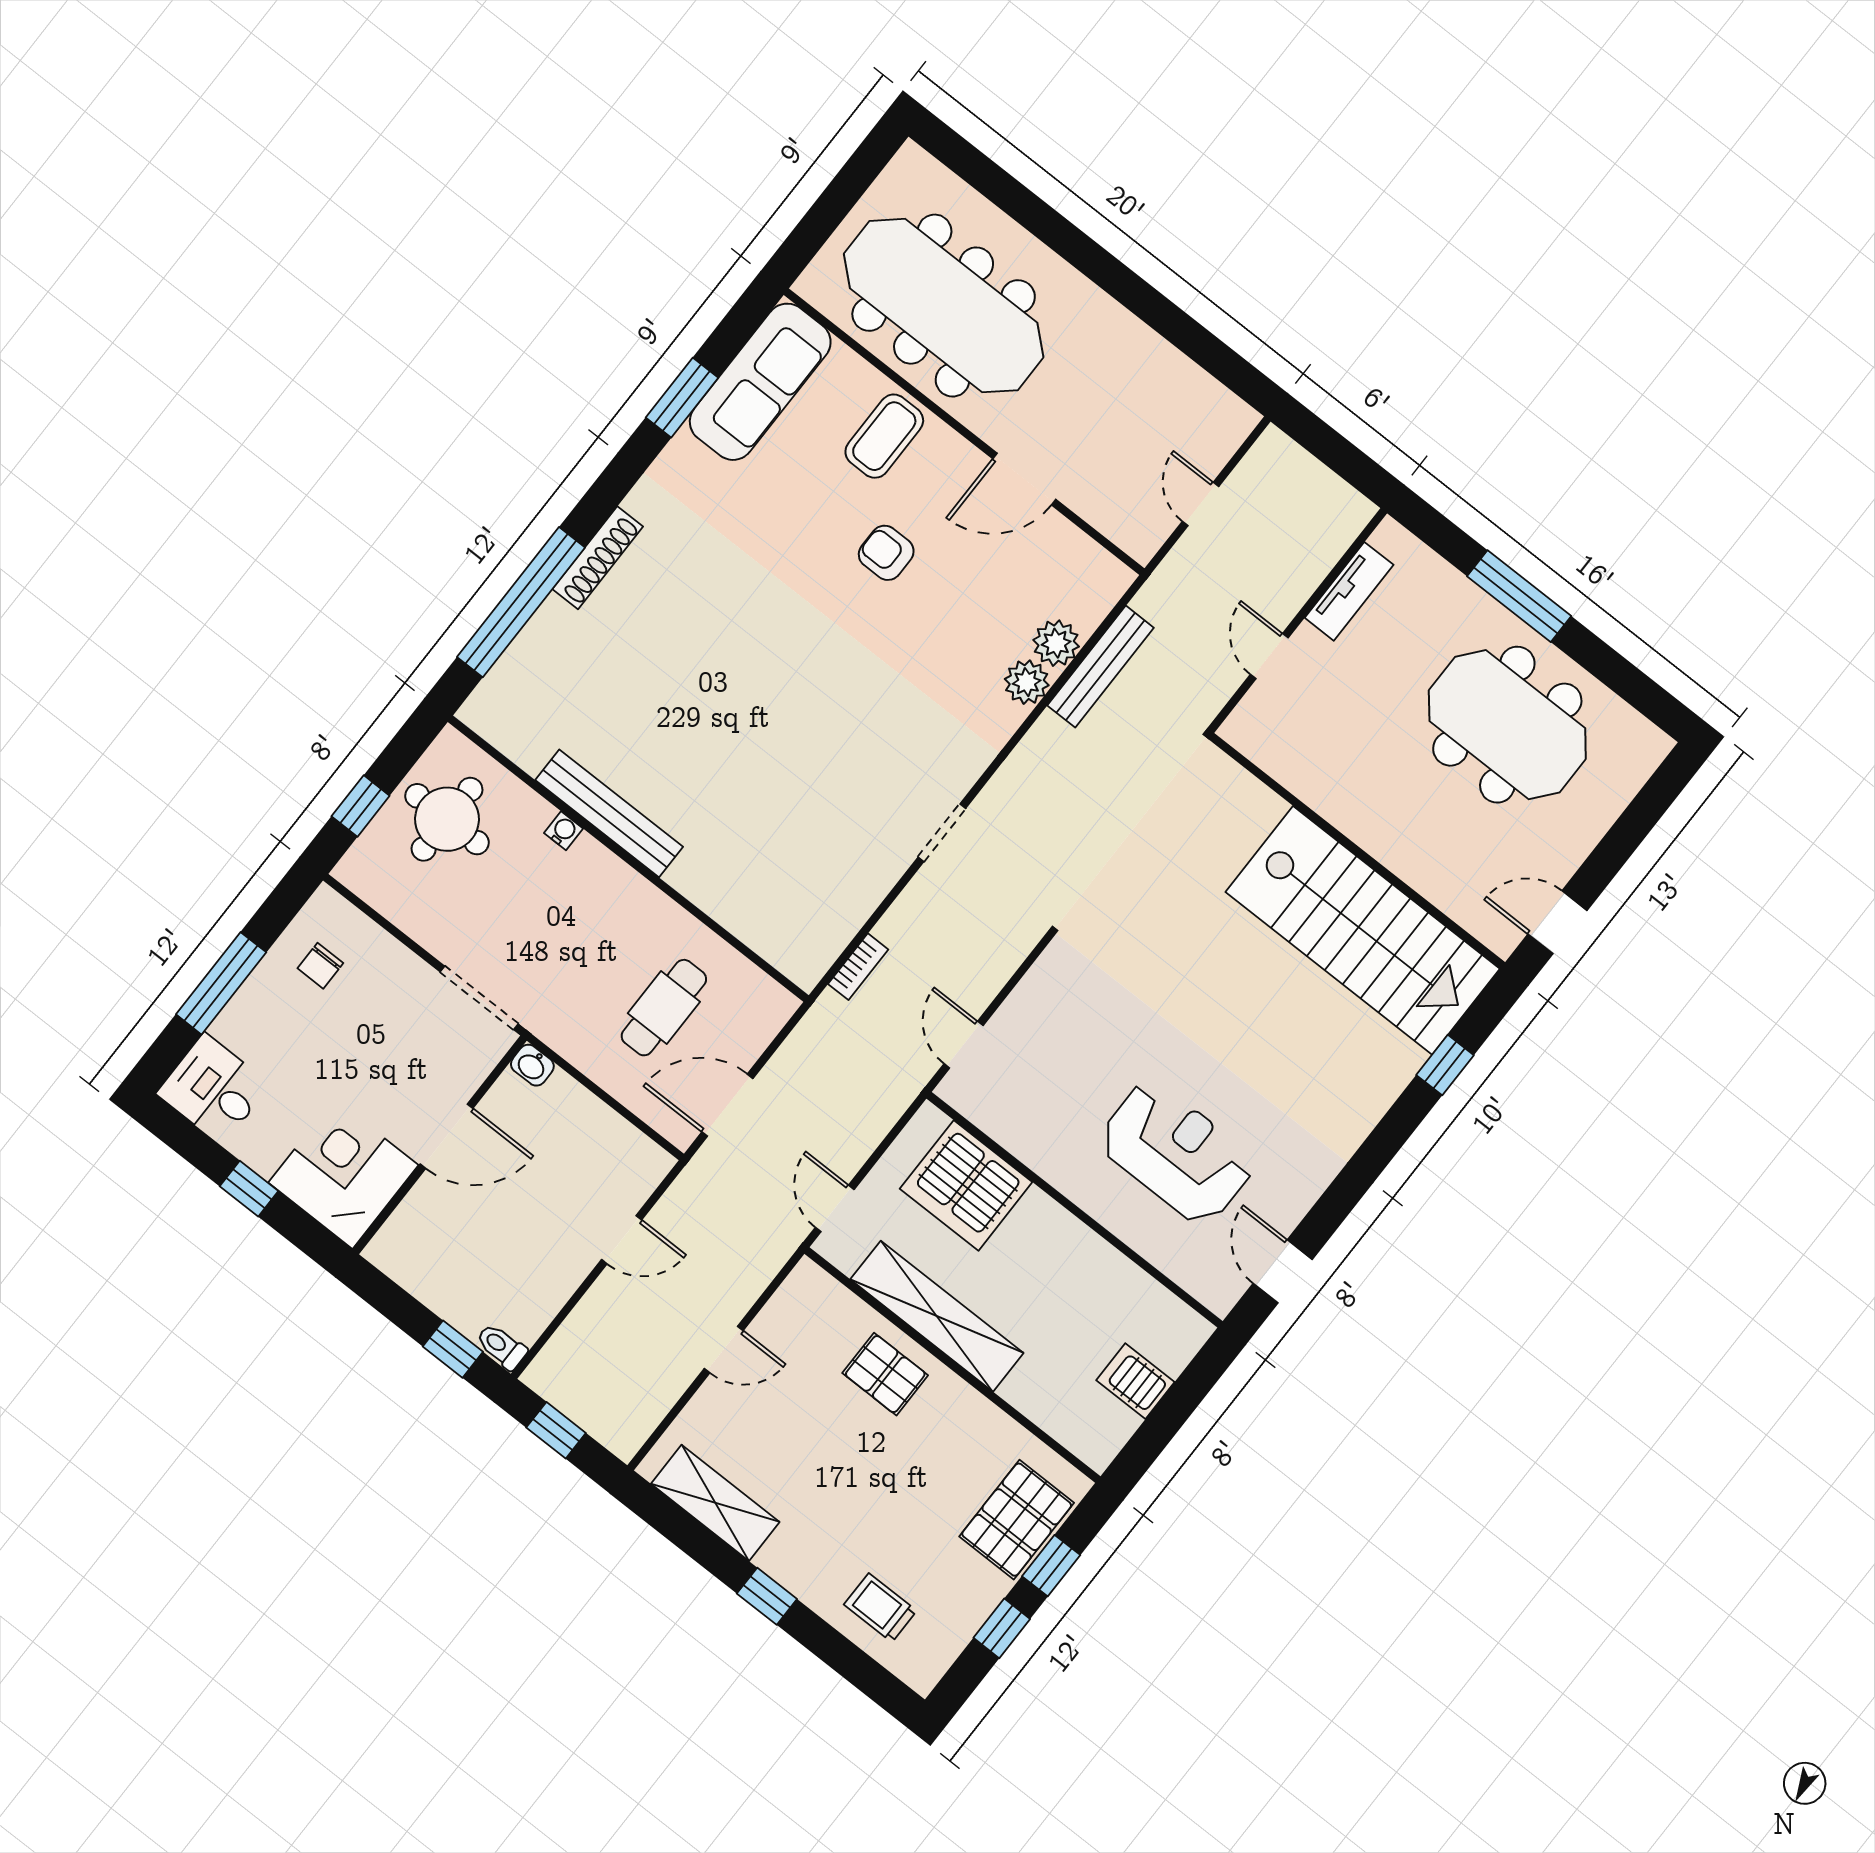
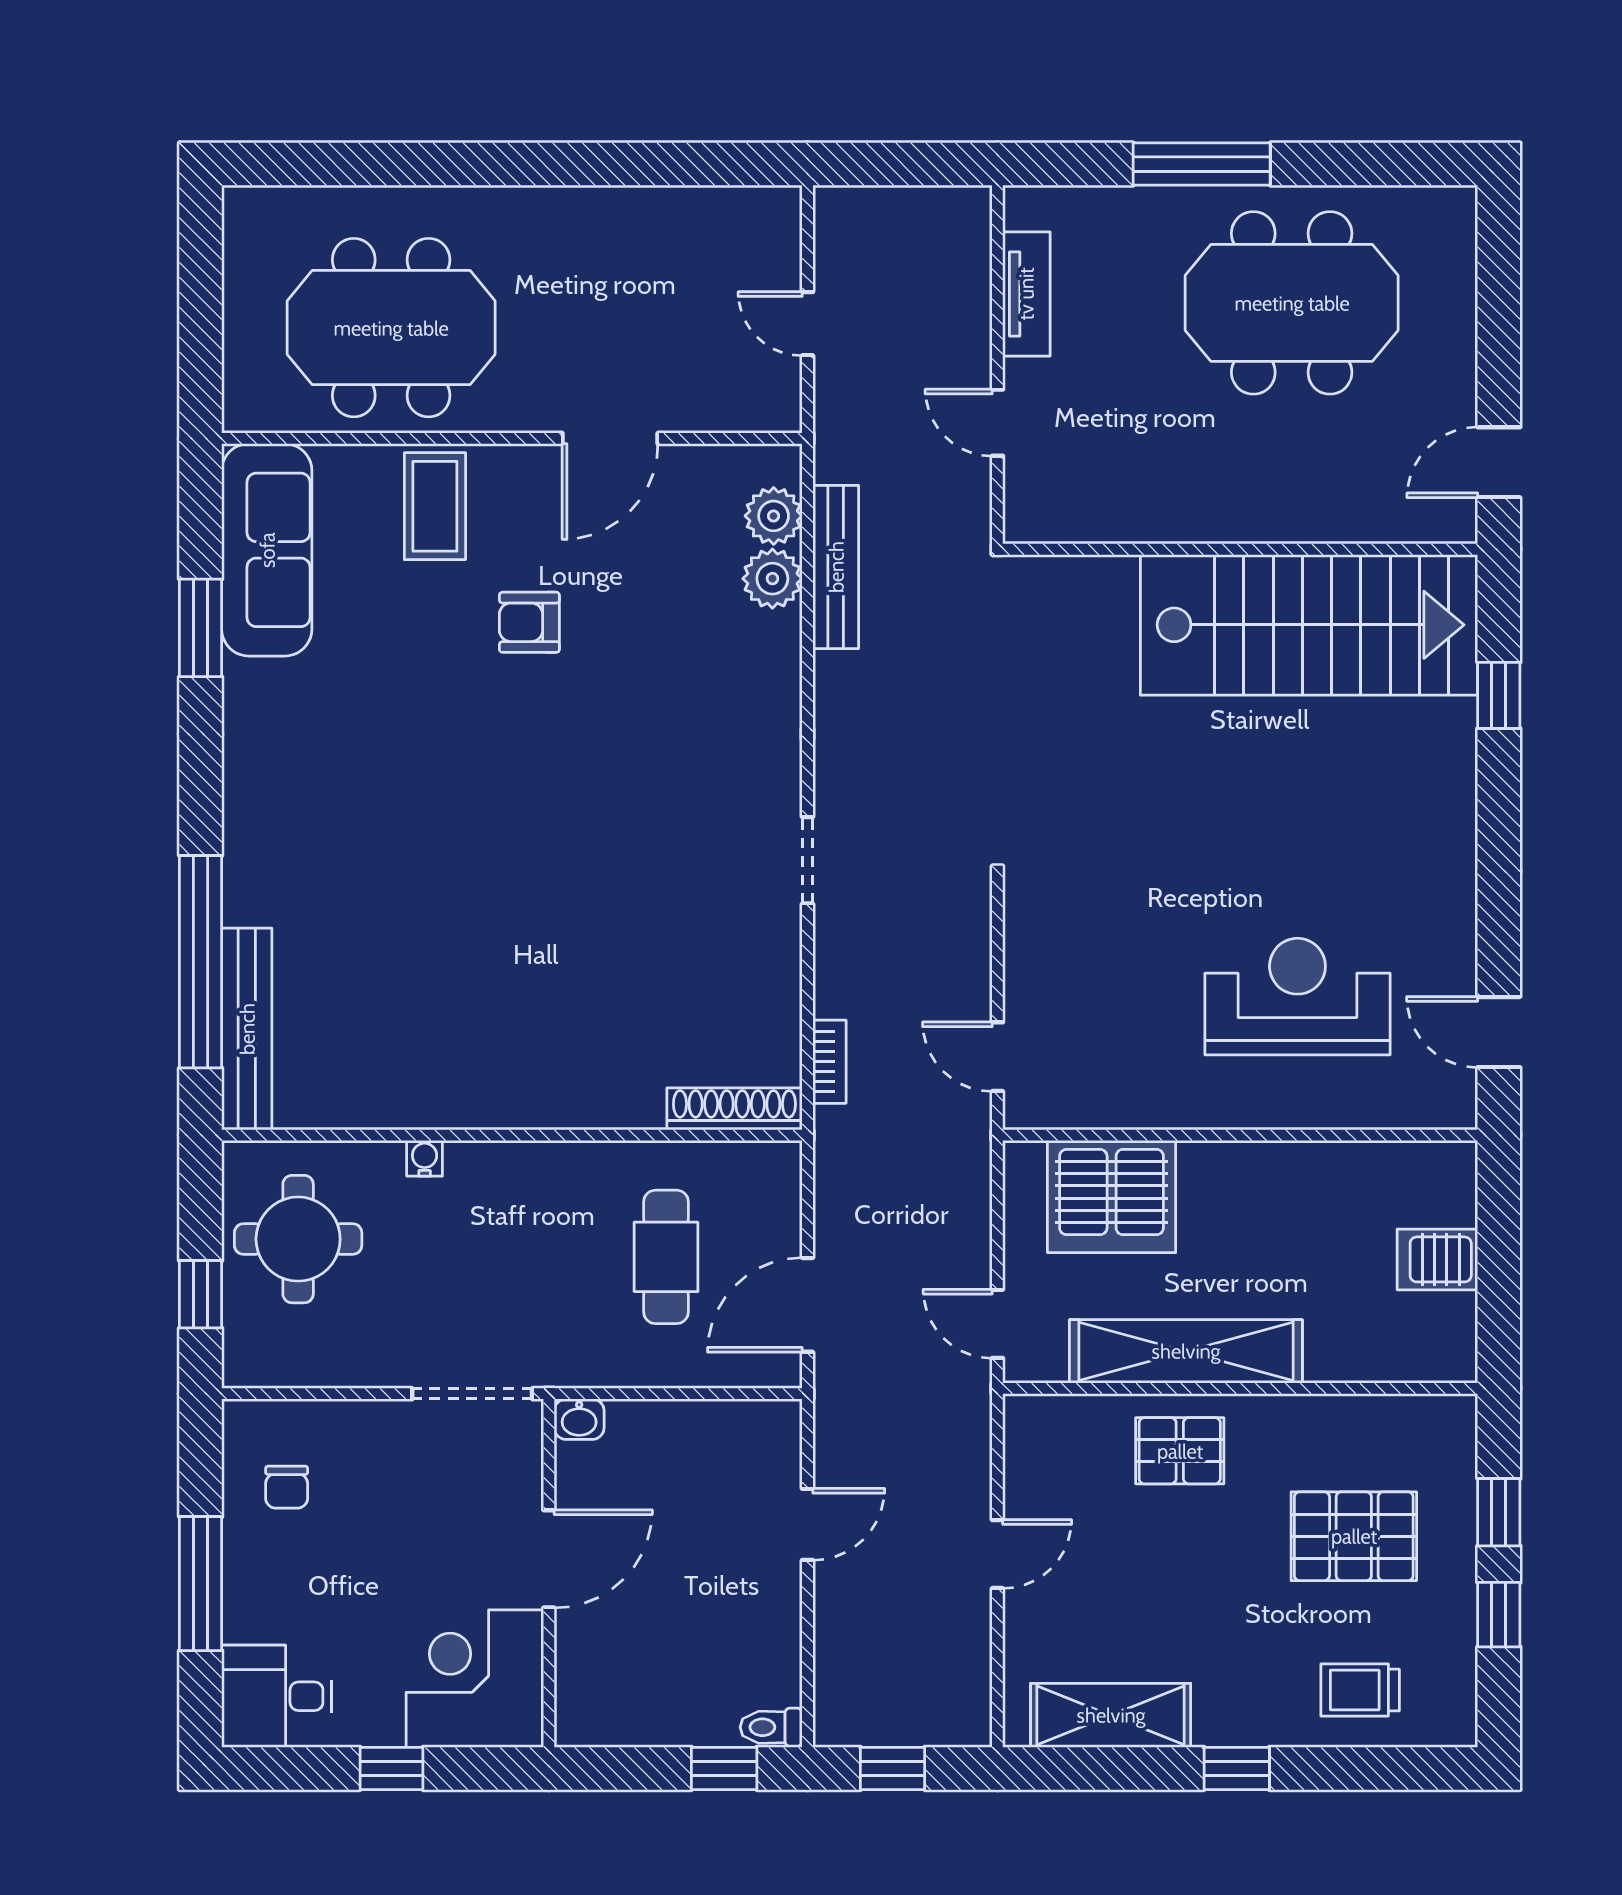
meeting table: (944, 306) -> (391, 328), width x0.73
shoe rack: (598, 558) -> (734, 1109), moved, turned -90
plant: (1027, 682) -> (774, 516), moved
bench: (609, 813) -> (247, 1029), moved, turned 90
pallet: (1017, 1520) -> (1354, 1536), moved, turned 90

